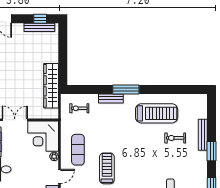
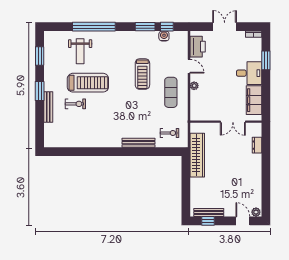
window: (126, 89) -> (124, 152), removed
bench: (111, 98) -> (138, 143), width x1.36
treadmill: (157, 113) -> (88, 83), moved, turned 180
corner desk: (43, 136) -> (205, 106), removed
door: (59, 176) -> (189, 66), swing flipped

